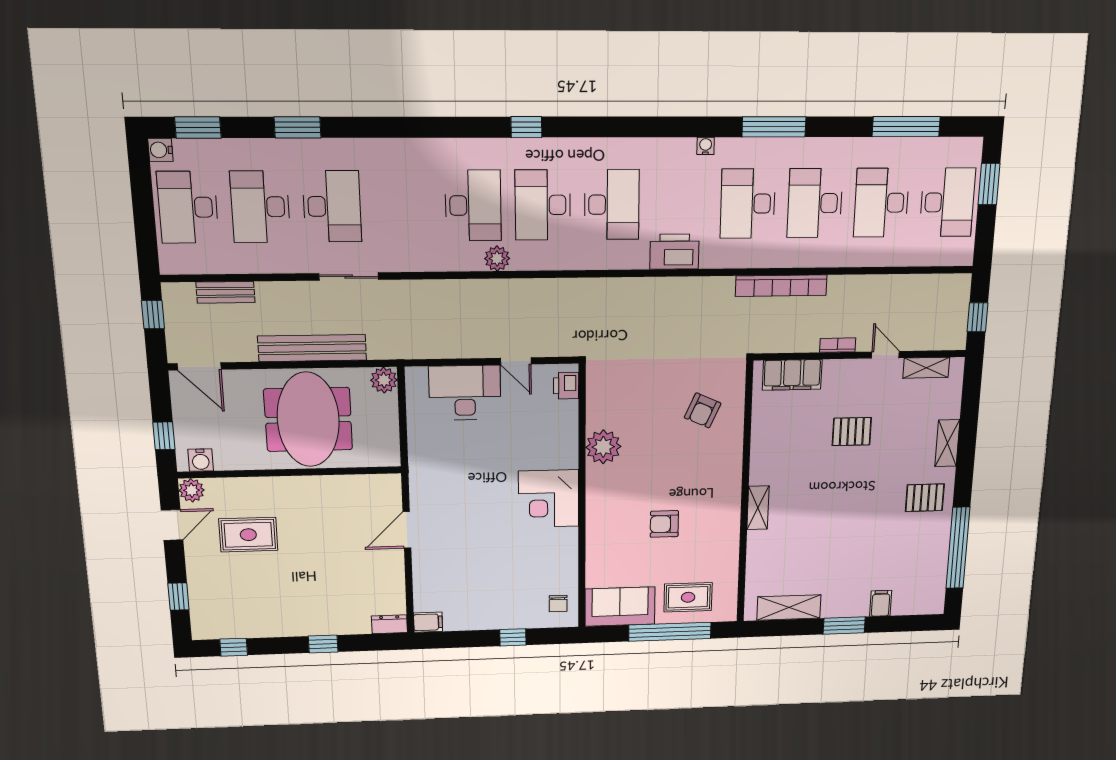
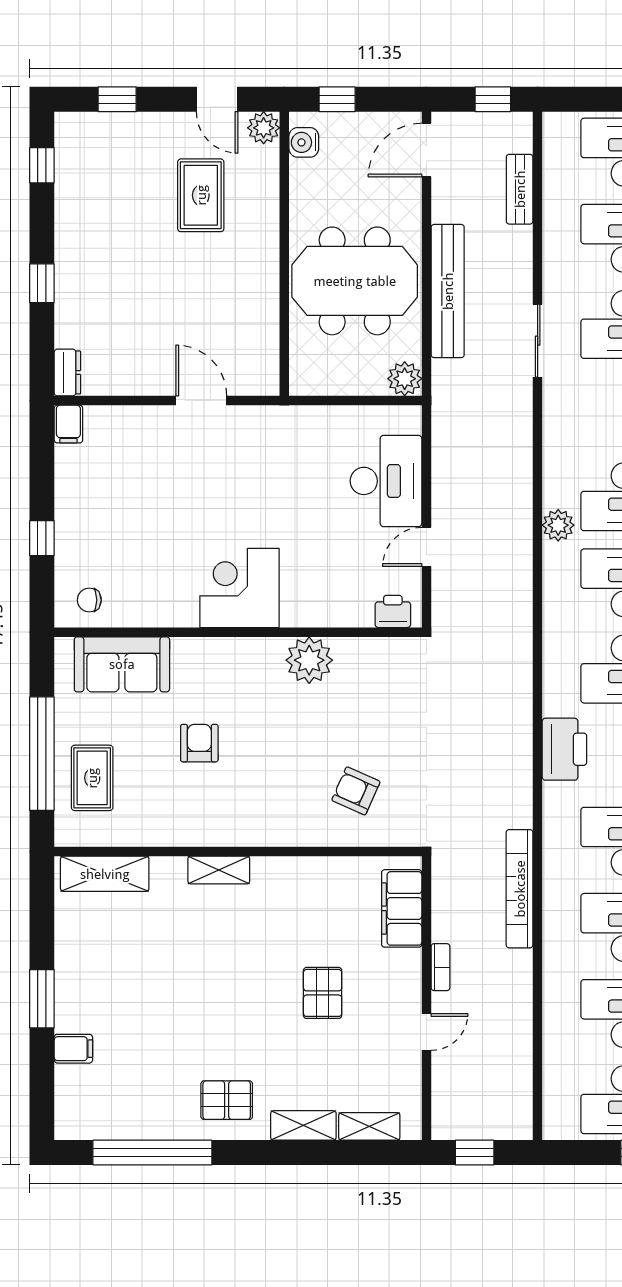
shelving: (926, 368) -> (369, 1126), moved, turned 90
pallet: (925, 498) -> (227, 1100), turned 90
sofa: (620, 607) -> (122, 664), moved, turned 90
shelving: (789, 607) -> (105, 874), moved, turned 90

